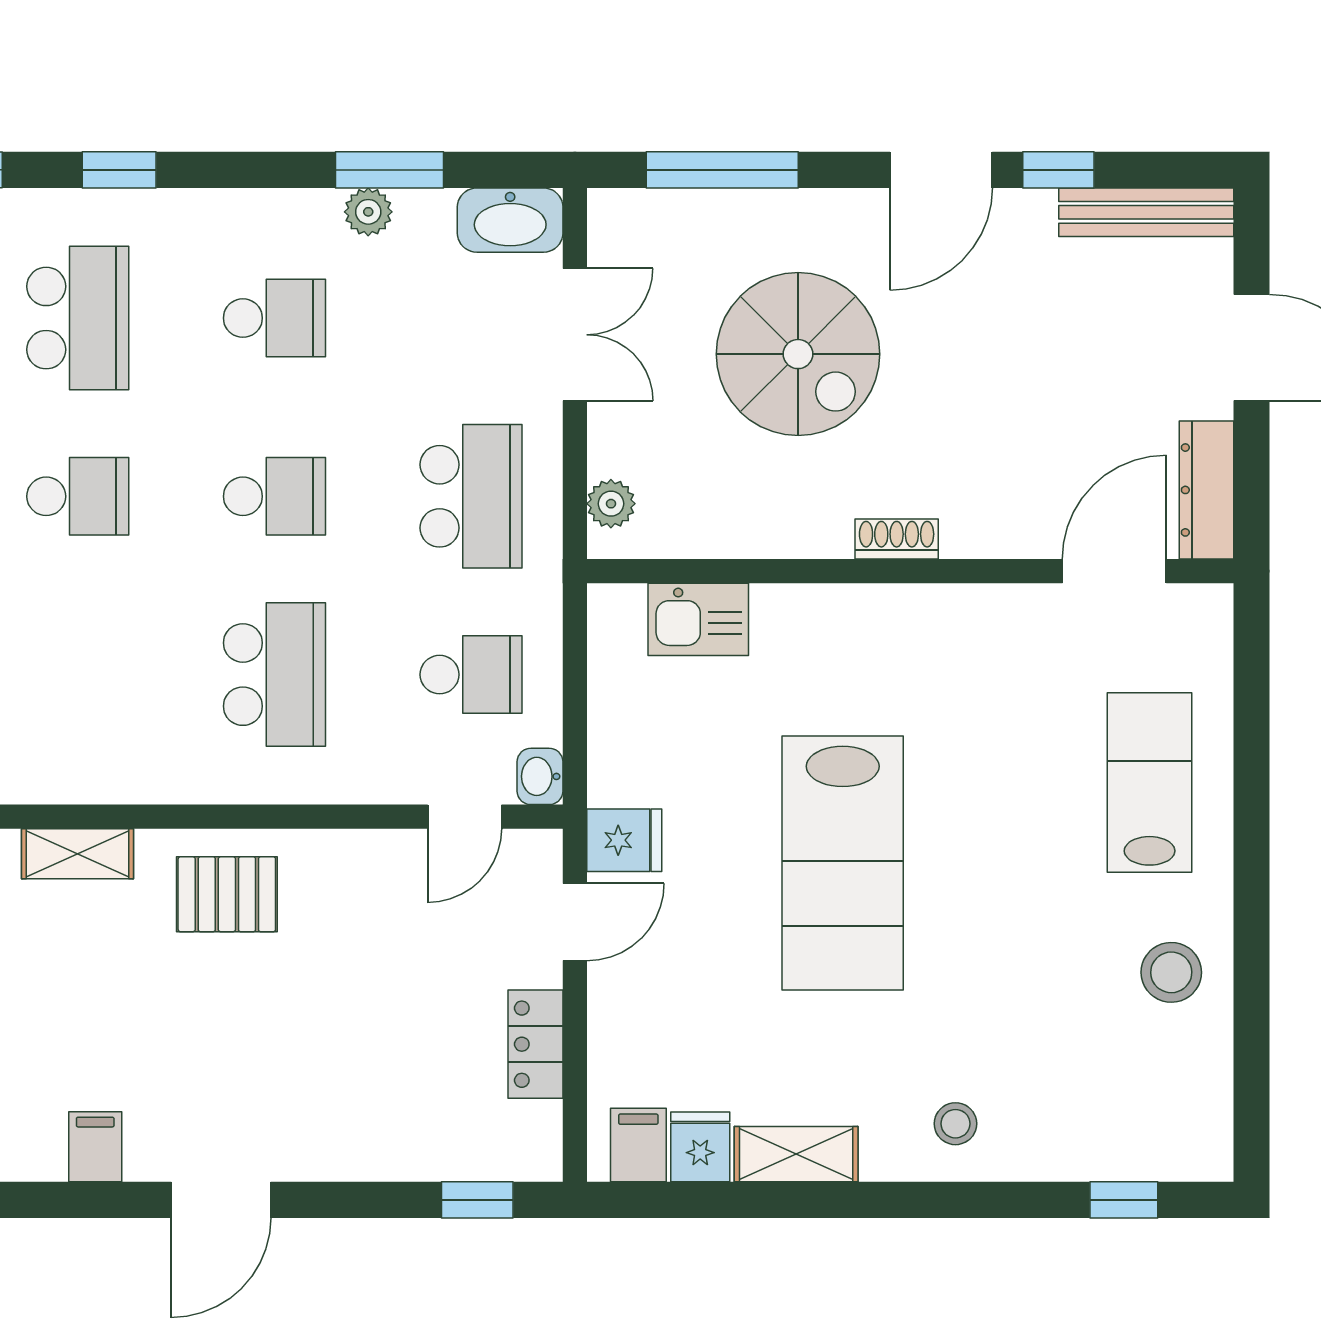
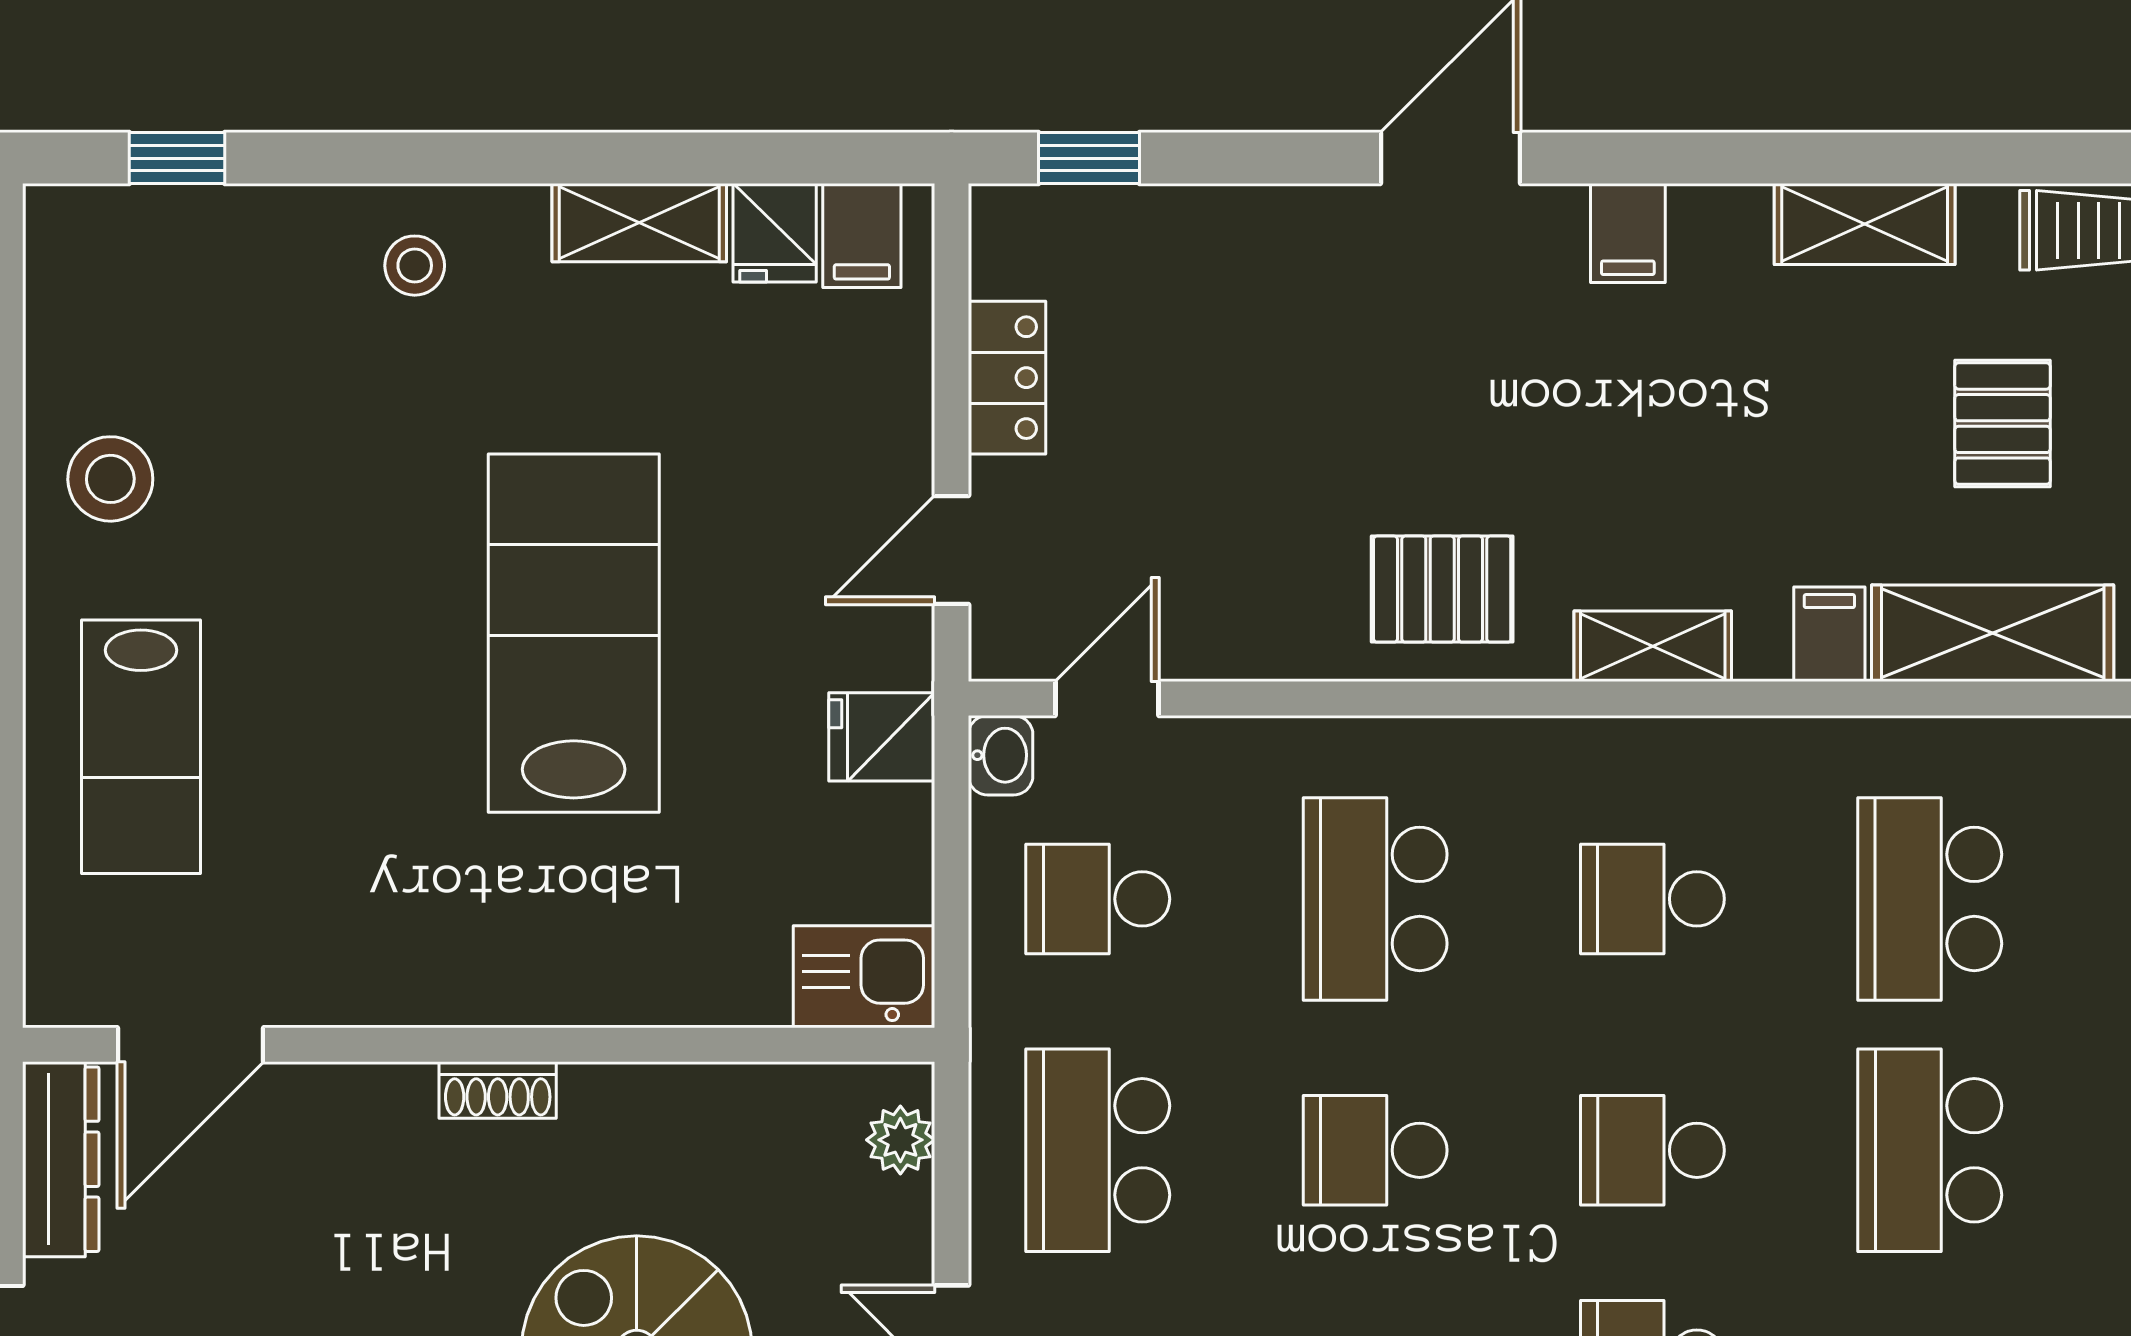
kitchen sink: (698, 619) -> (864, 977), moved
school desk: (78, 675) -> (1652, 899), added
fridge: (624, 840) -> (882, 737), moved

